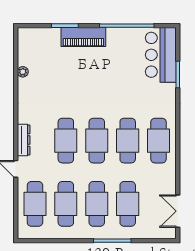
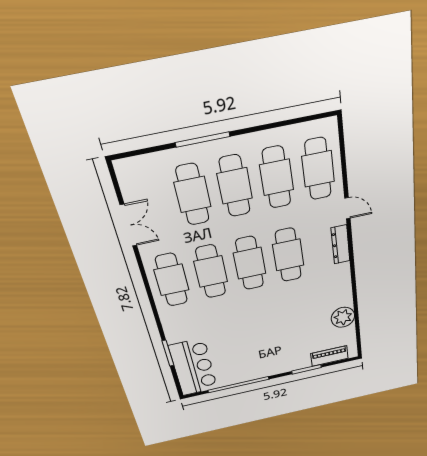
piano: (83, 37) -> (329, 356), moved, width x0.73, depth x0.75
plant: (23, 72) -> (343, 317), width x1.88, depth x1.88
double door: (178, 211) -> (129, 225), moved

